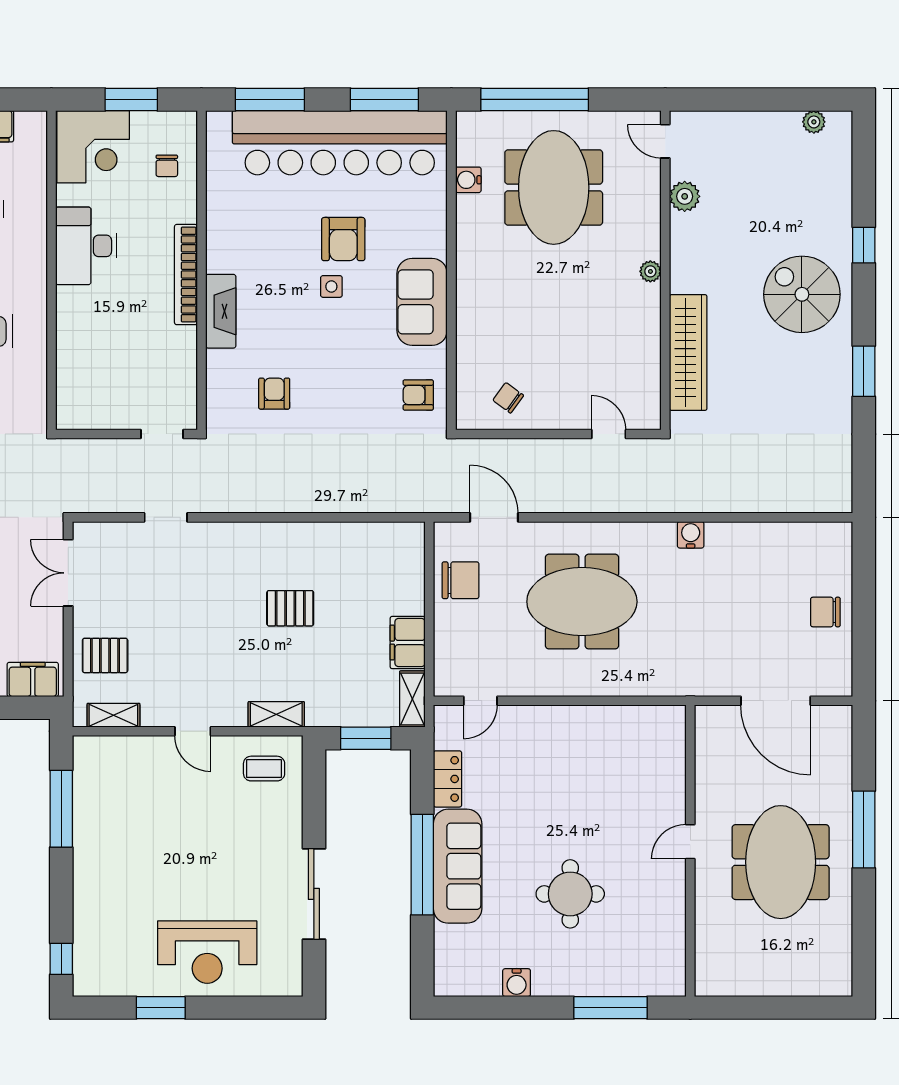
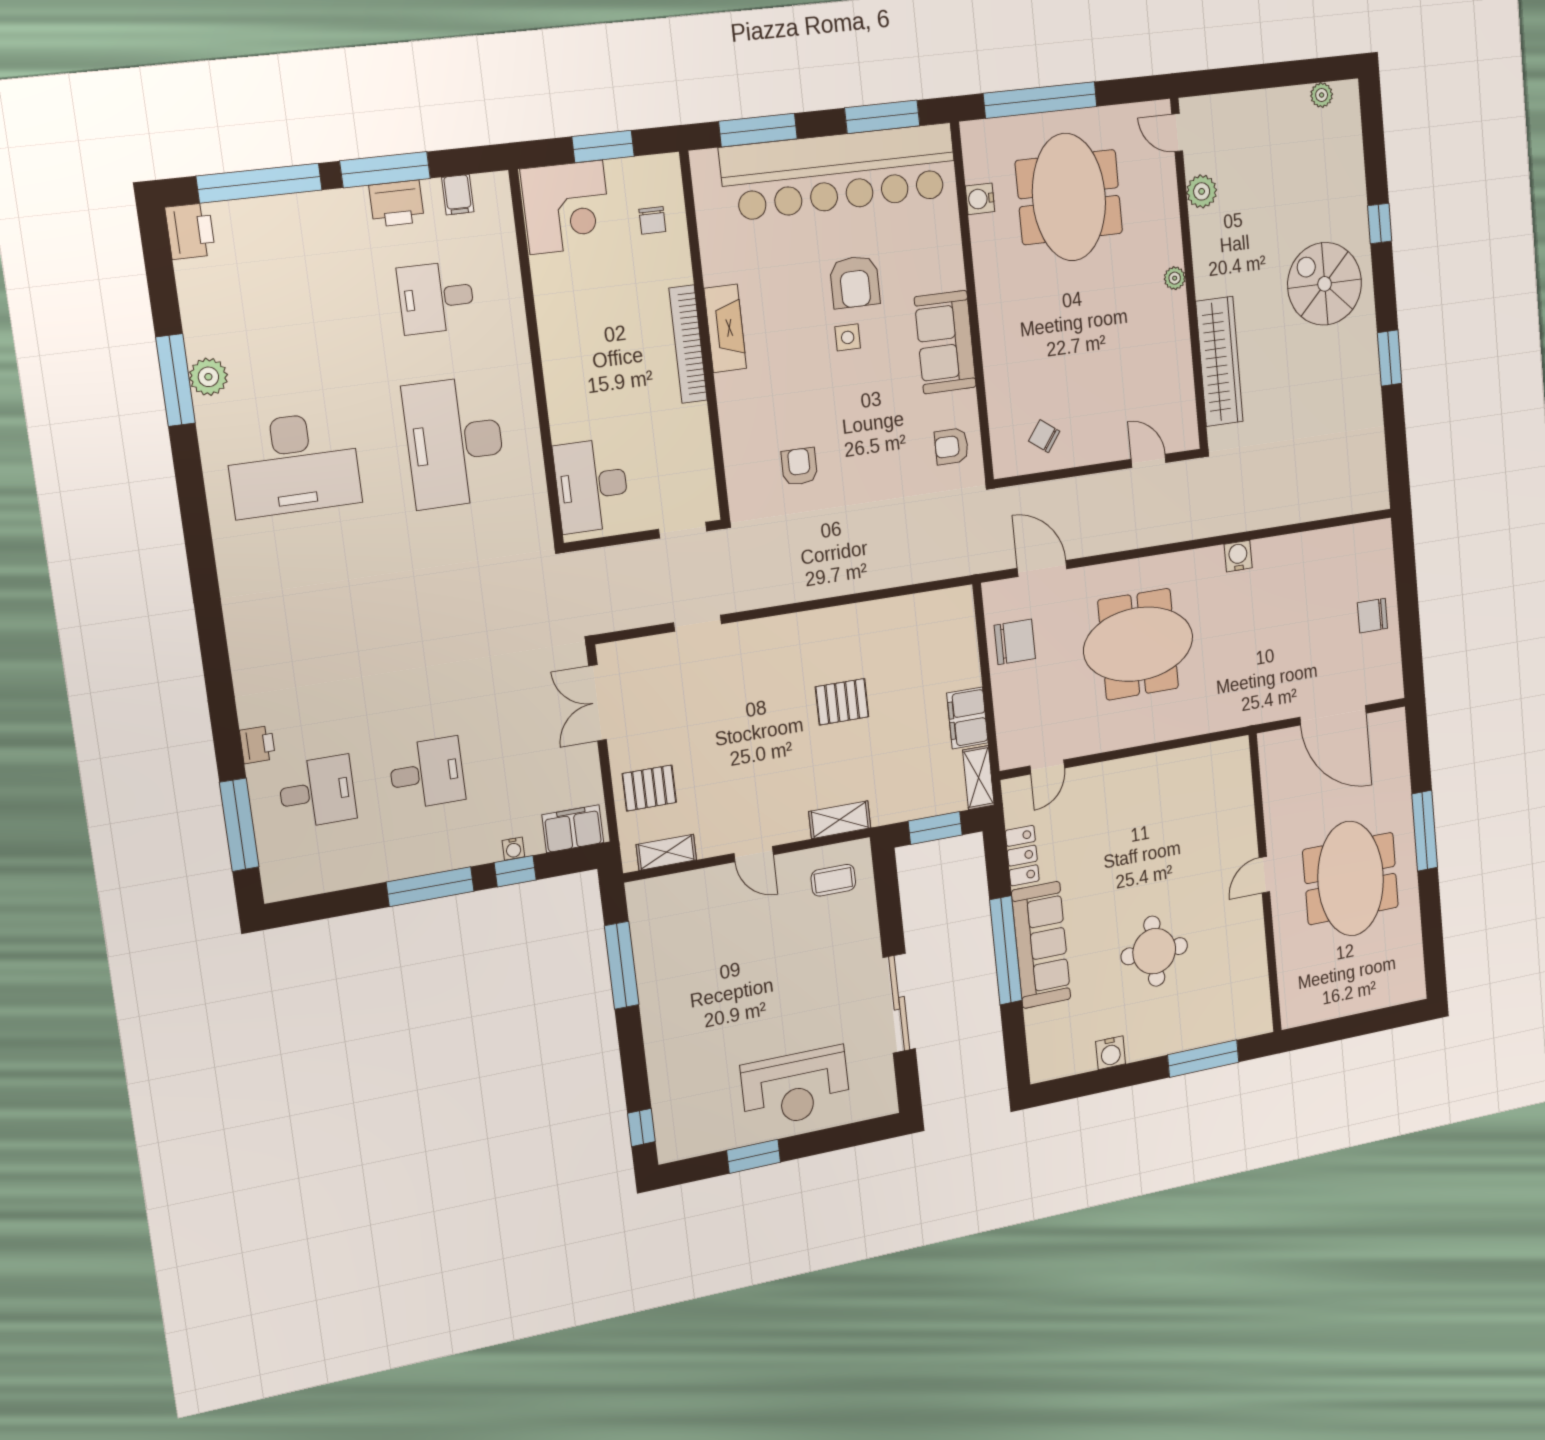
desk: (86, 246) -> (592, 486), moved
fireplace: (221, 311) -> (725, 328), moved

